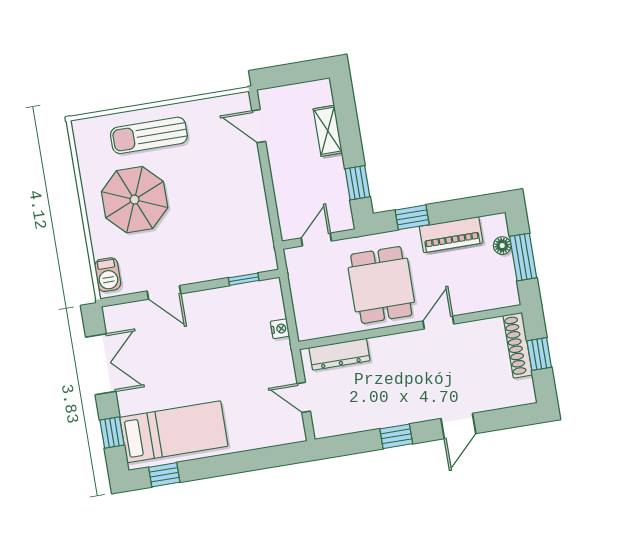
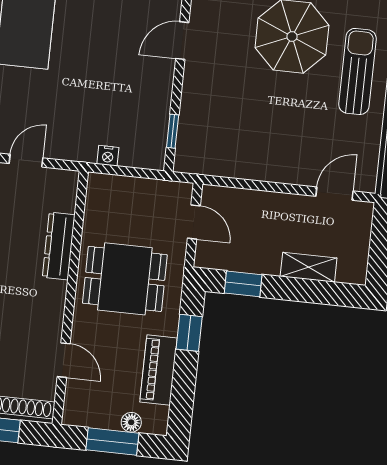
door: (438, 322) -> (64, 360), moved
dresser: (339, 354) -> (59, 246), moved

